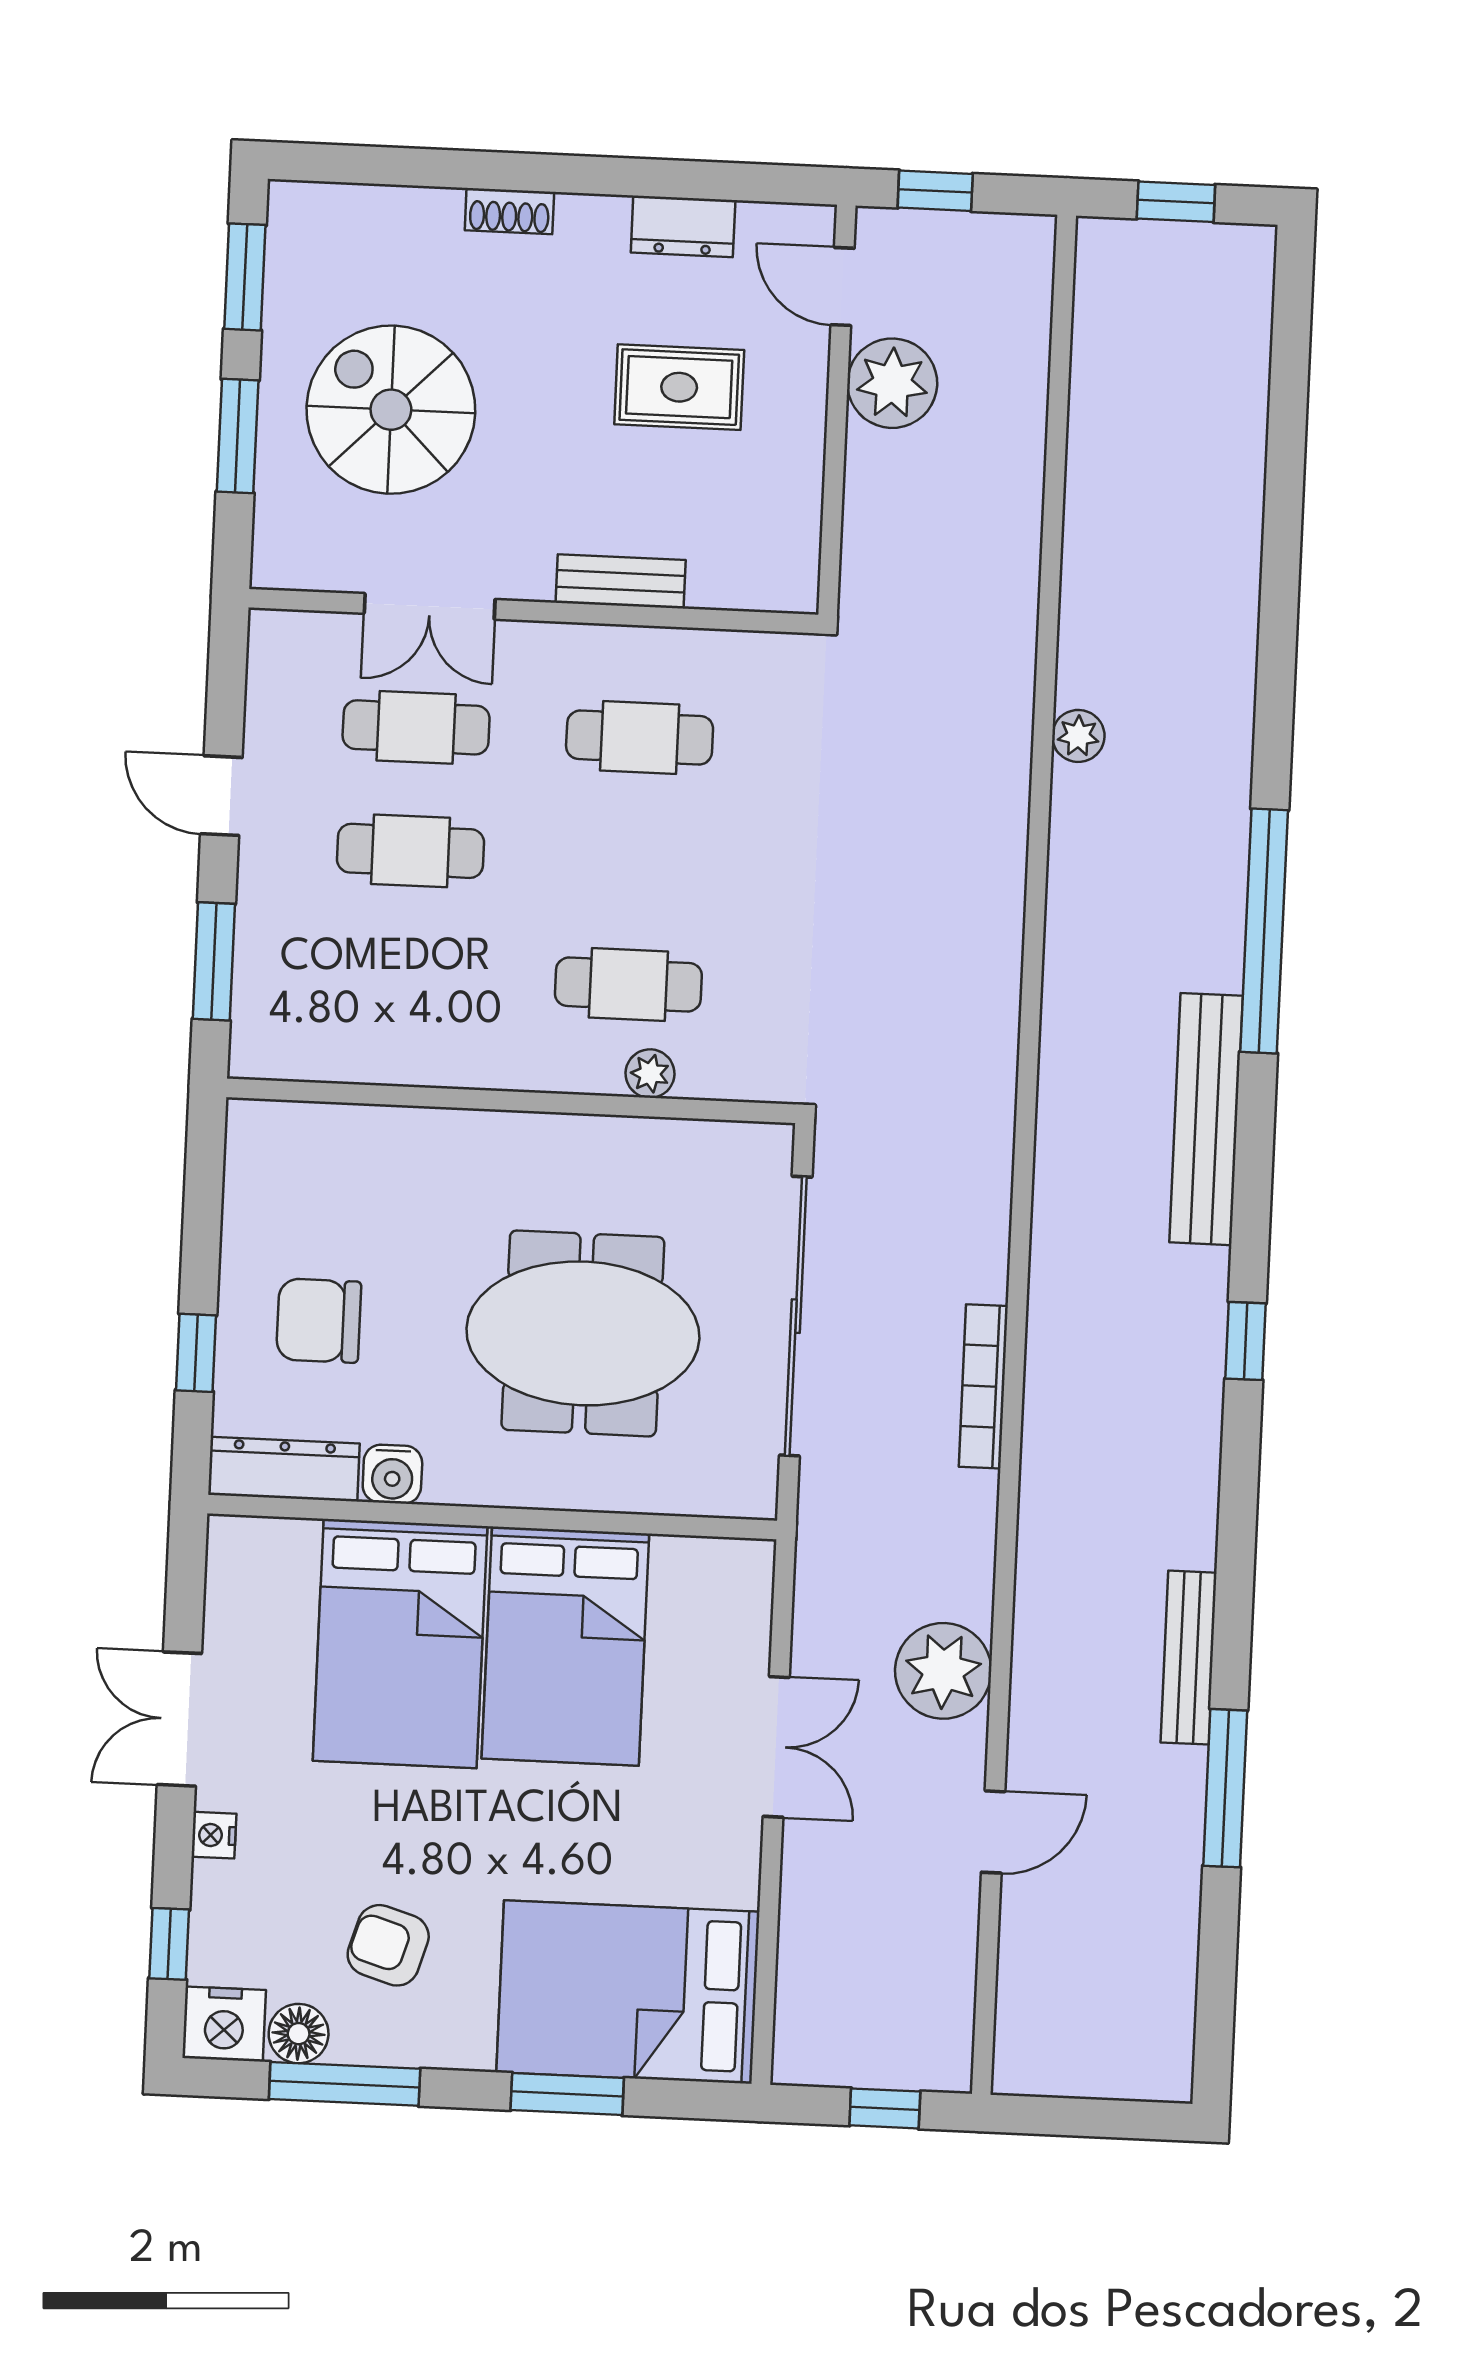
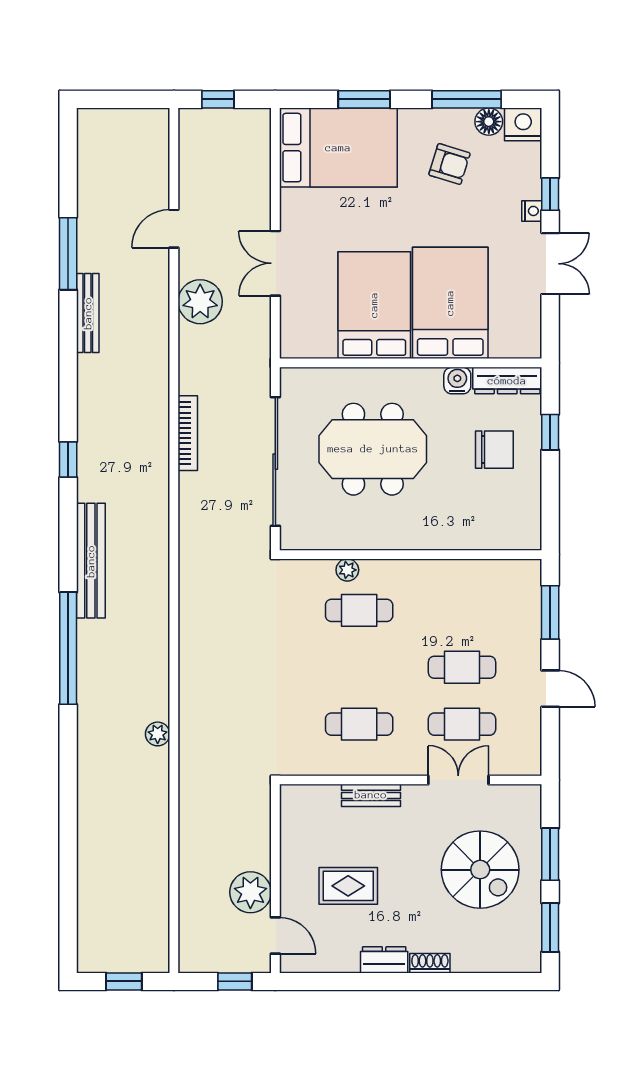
dresser: (683, 226) -> (384, 960), moved
window: (169, 1944) -> (550, 194), moved

